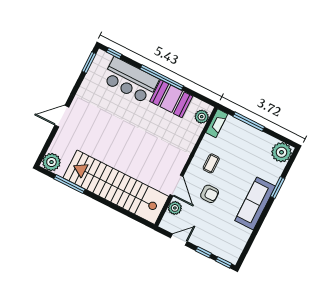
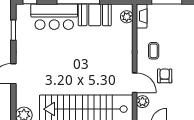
window: (89, 63) -> (13, 30), moved
armchair: (210, 194) -> (165, 76), turned -90

